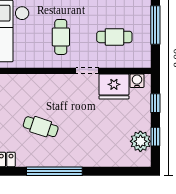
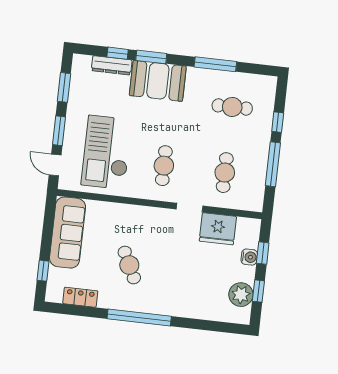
cafe table: (114, 37) -> (225, 173), turned 90
water cooler: (137, 81) -> (249, 257), moved, turned 90
cafe table: (41, 127) -> (129, 265), turned 46

